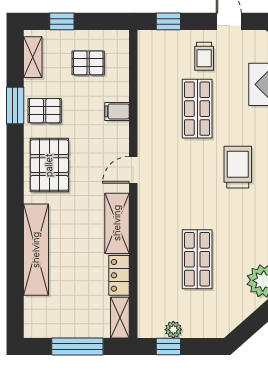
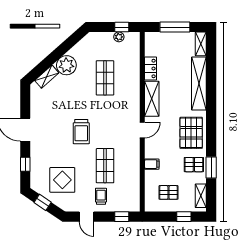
shelving: (120, 318) -> (201, 44), moved

